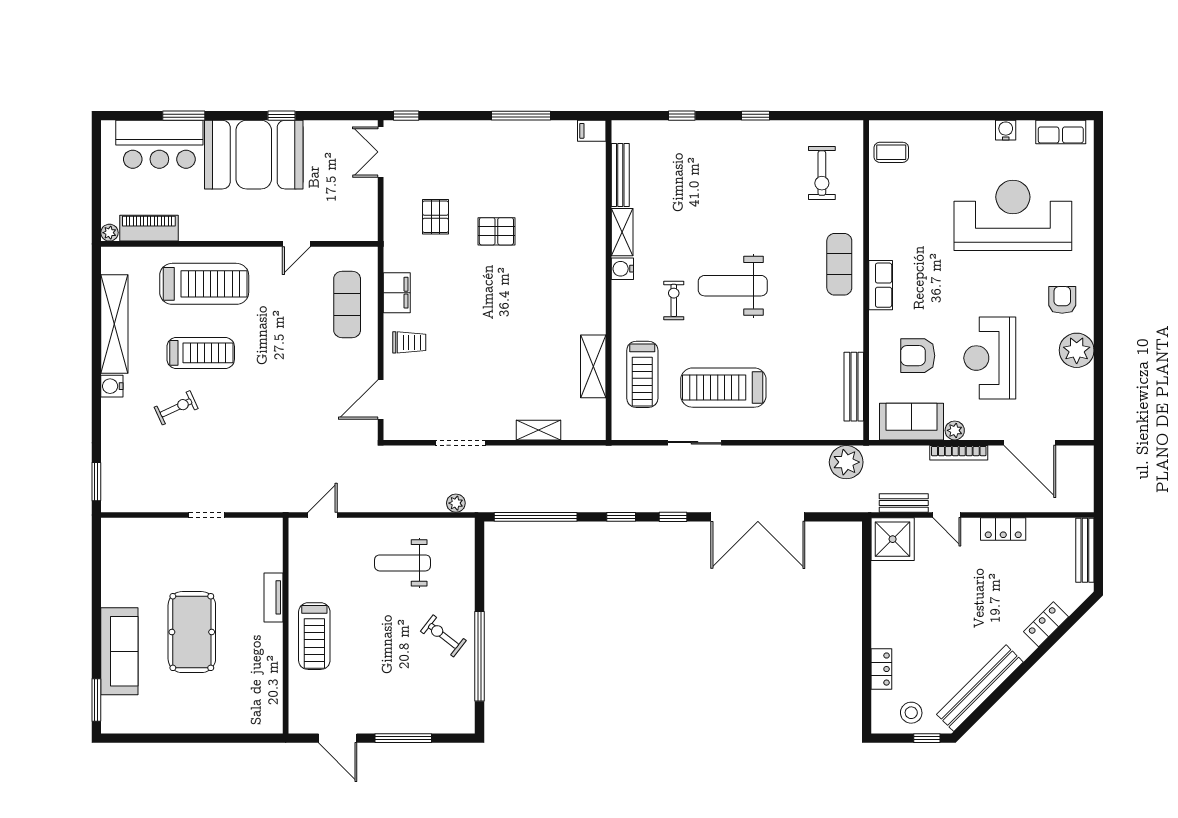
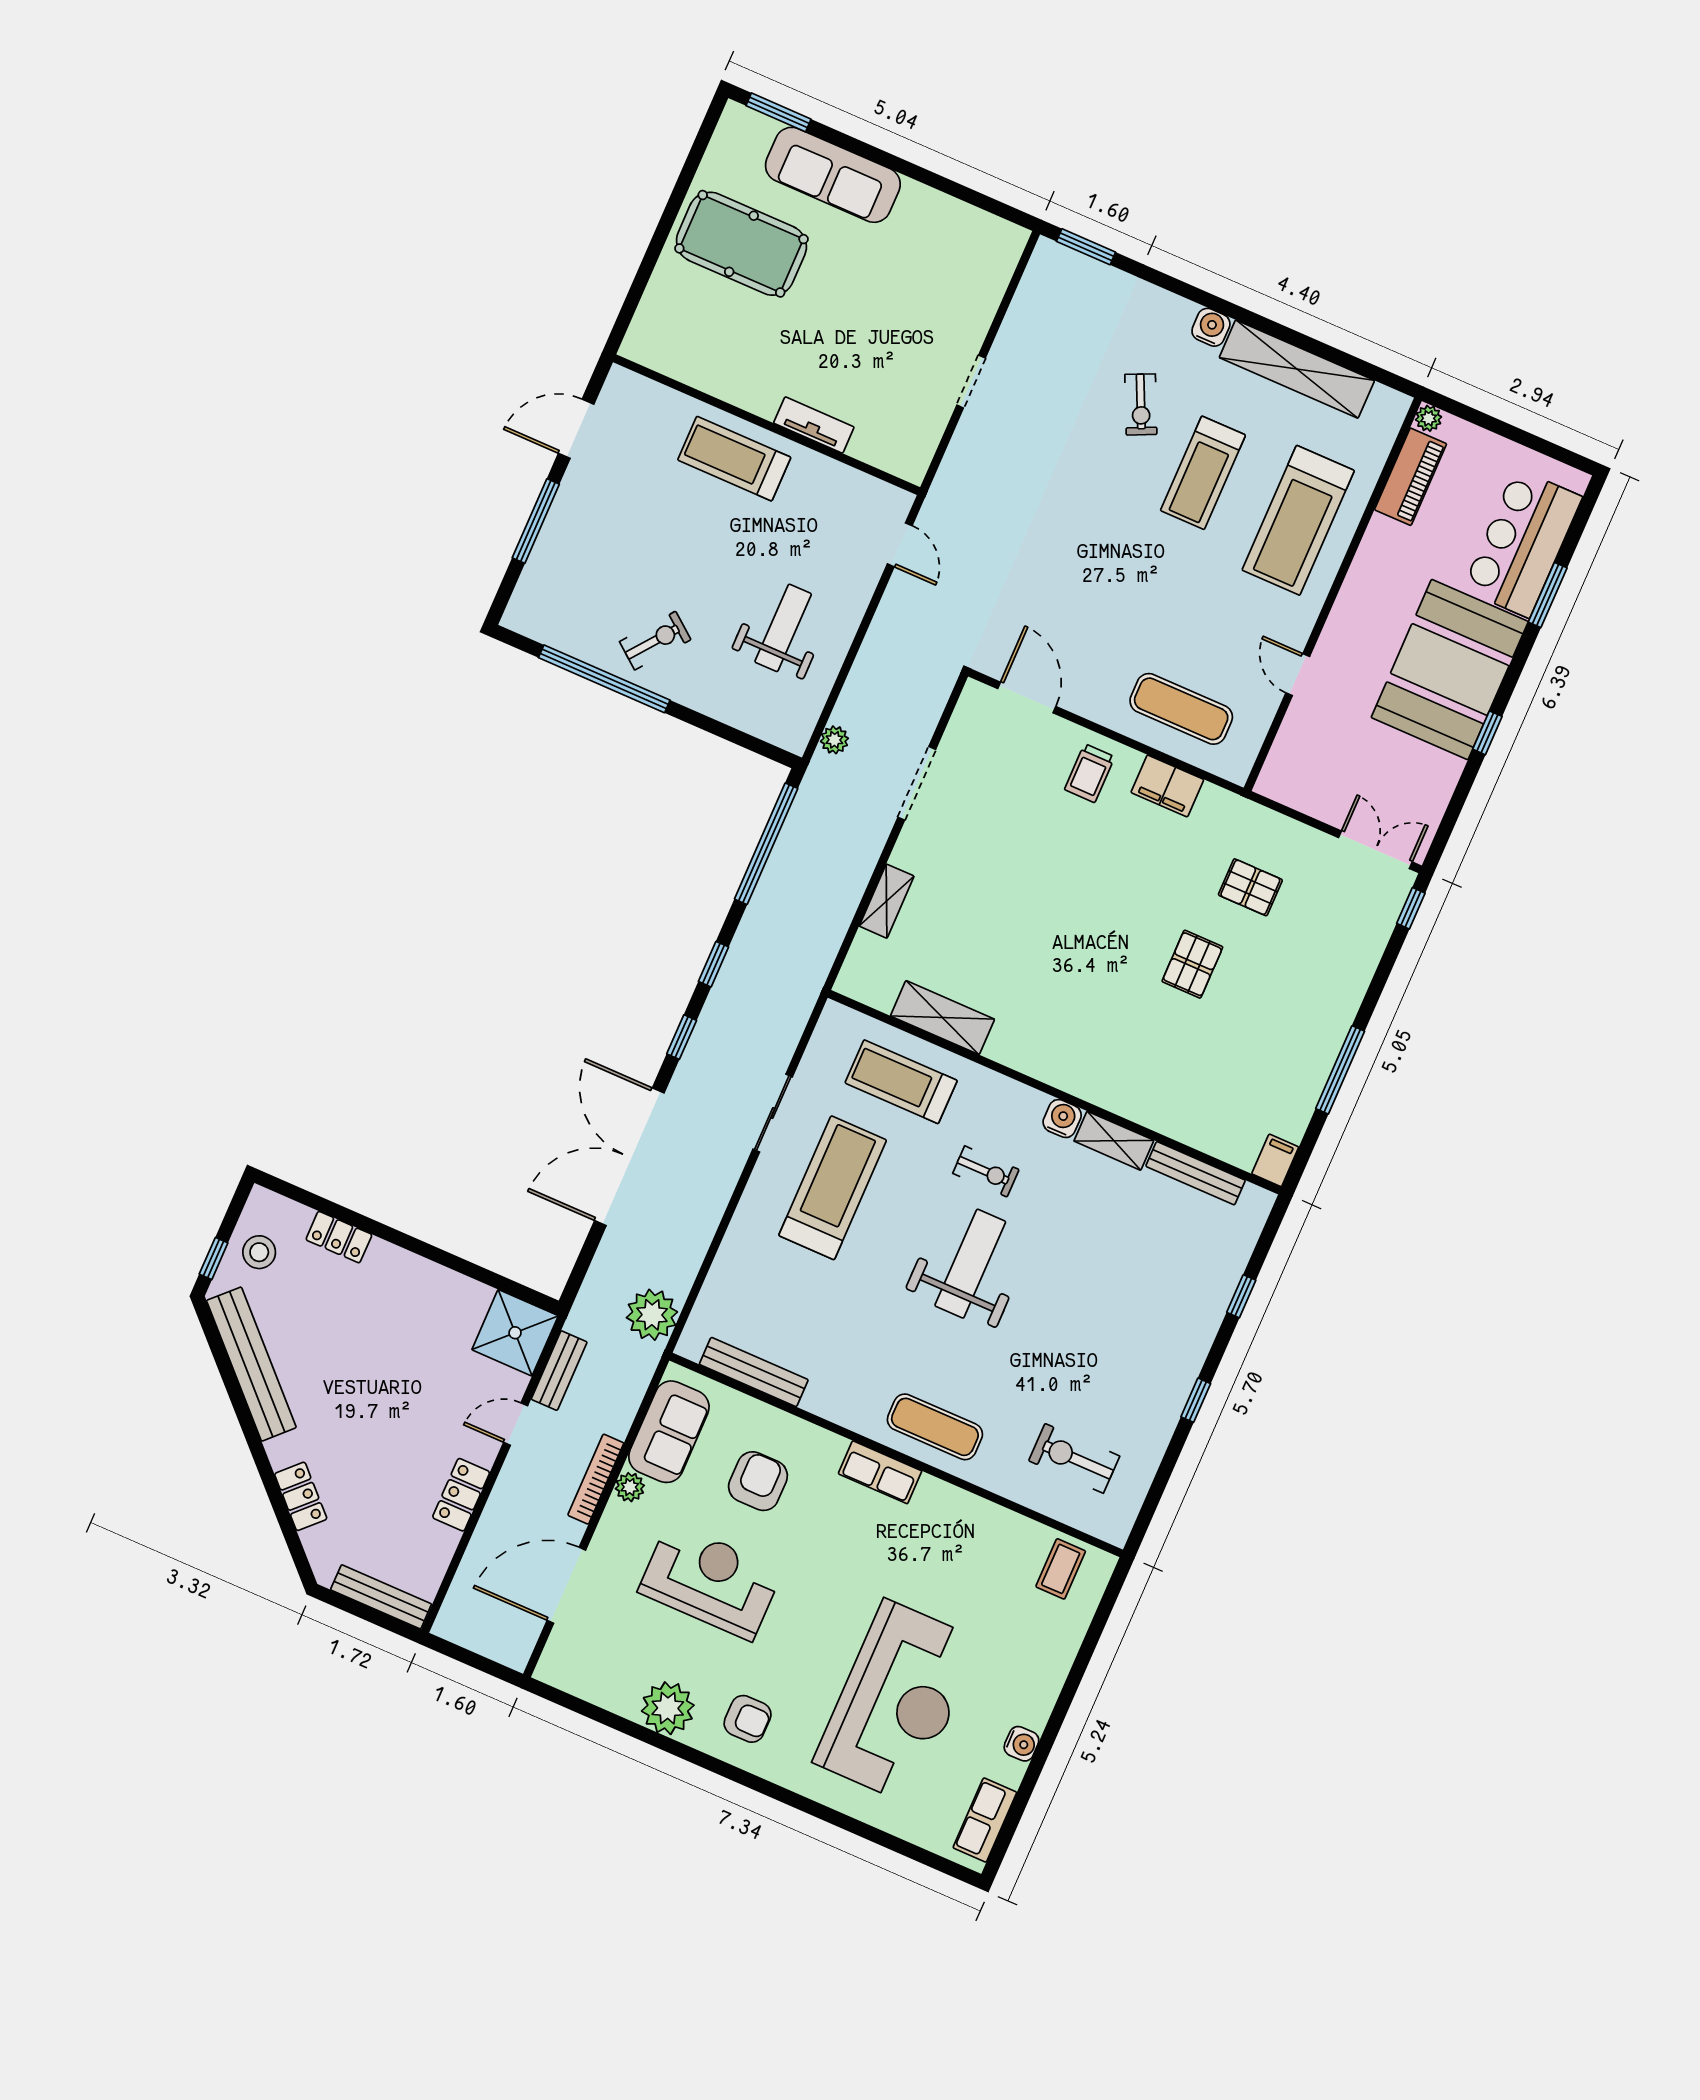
pool table: (192, 632) -> (741, 244), moved

